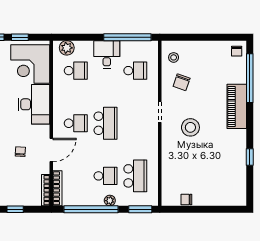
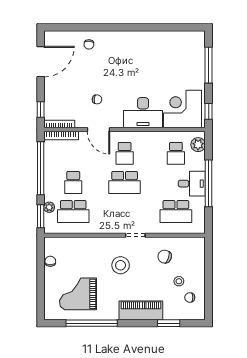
window: (20, 37) -> (209, 111), moved
window: (127, 37) -> (209, 183), moved
chair: (237, 51) -> (190, 297), moved
stool: (174, 57) -> (179, 281), moved
school desk: (135, 71) -> (176, 211), width x1.85
window: (250, 78) -> (169, 323), width x0.47
window: (250, 157) -> (92, 323), width x3.17
grand piano: (220, 171) -> (78, 294), added
plant: (110, 201) -> (49, 207), moved
window: (15, 209) -> (41, 110), moved

